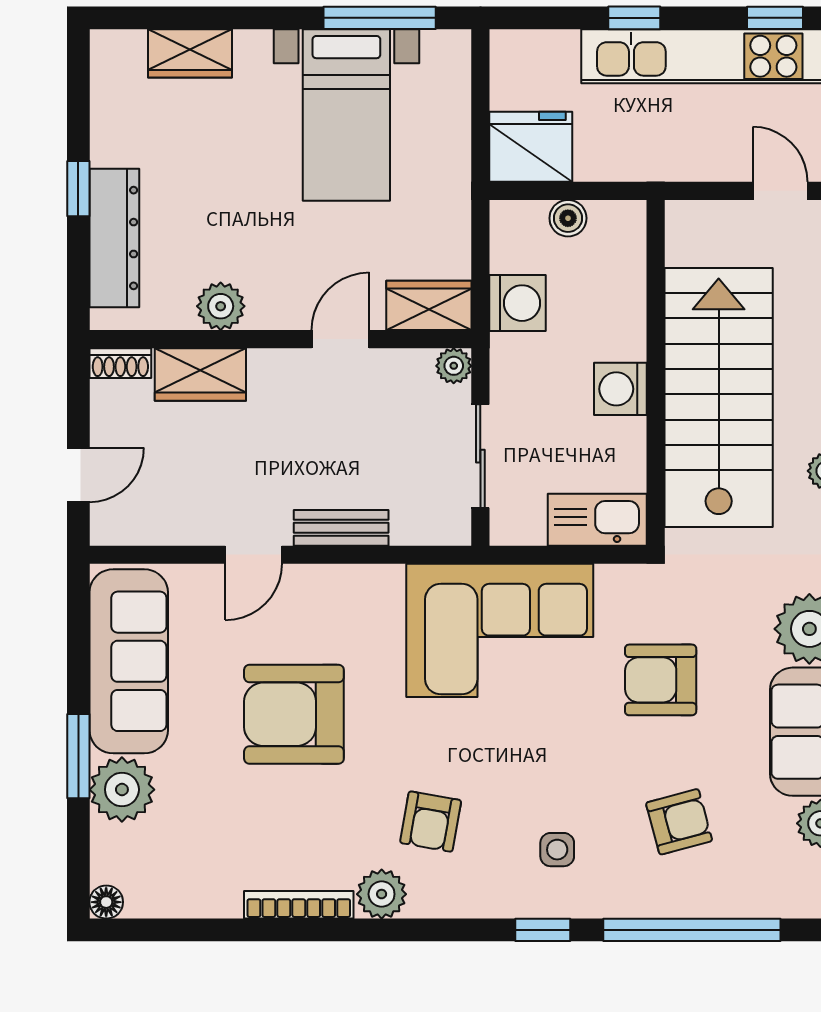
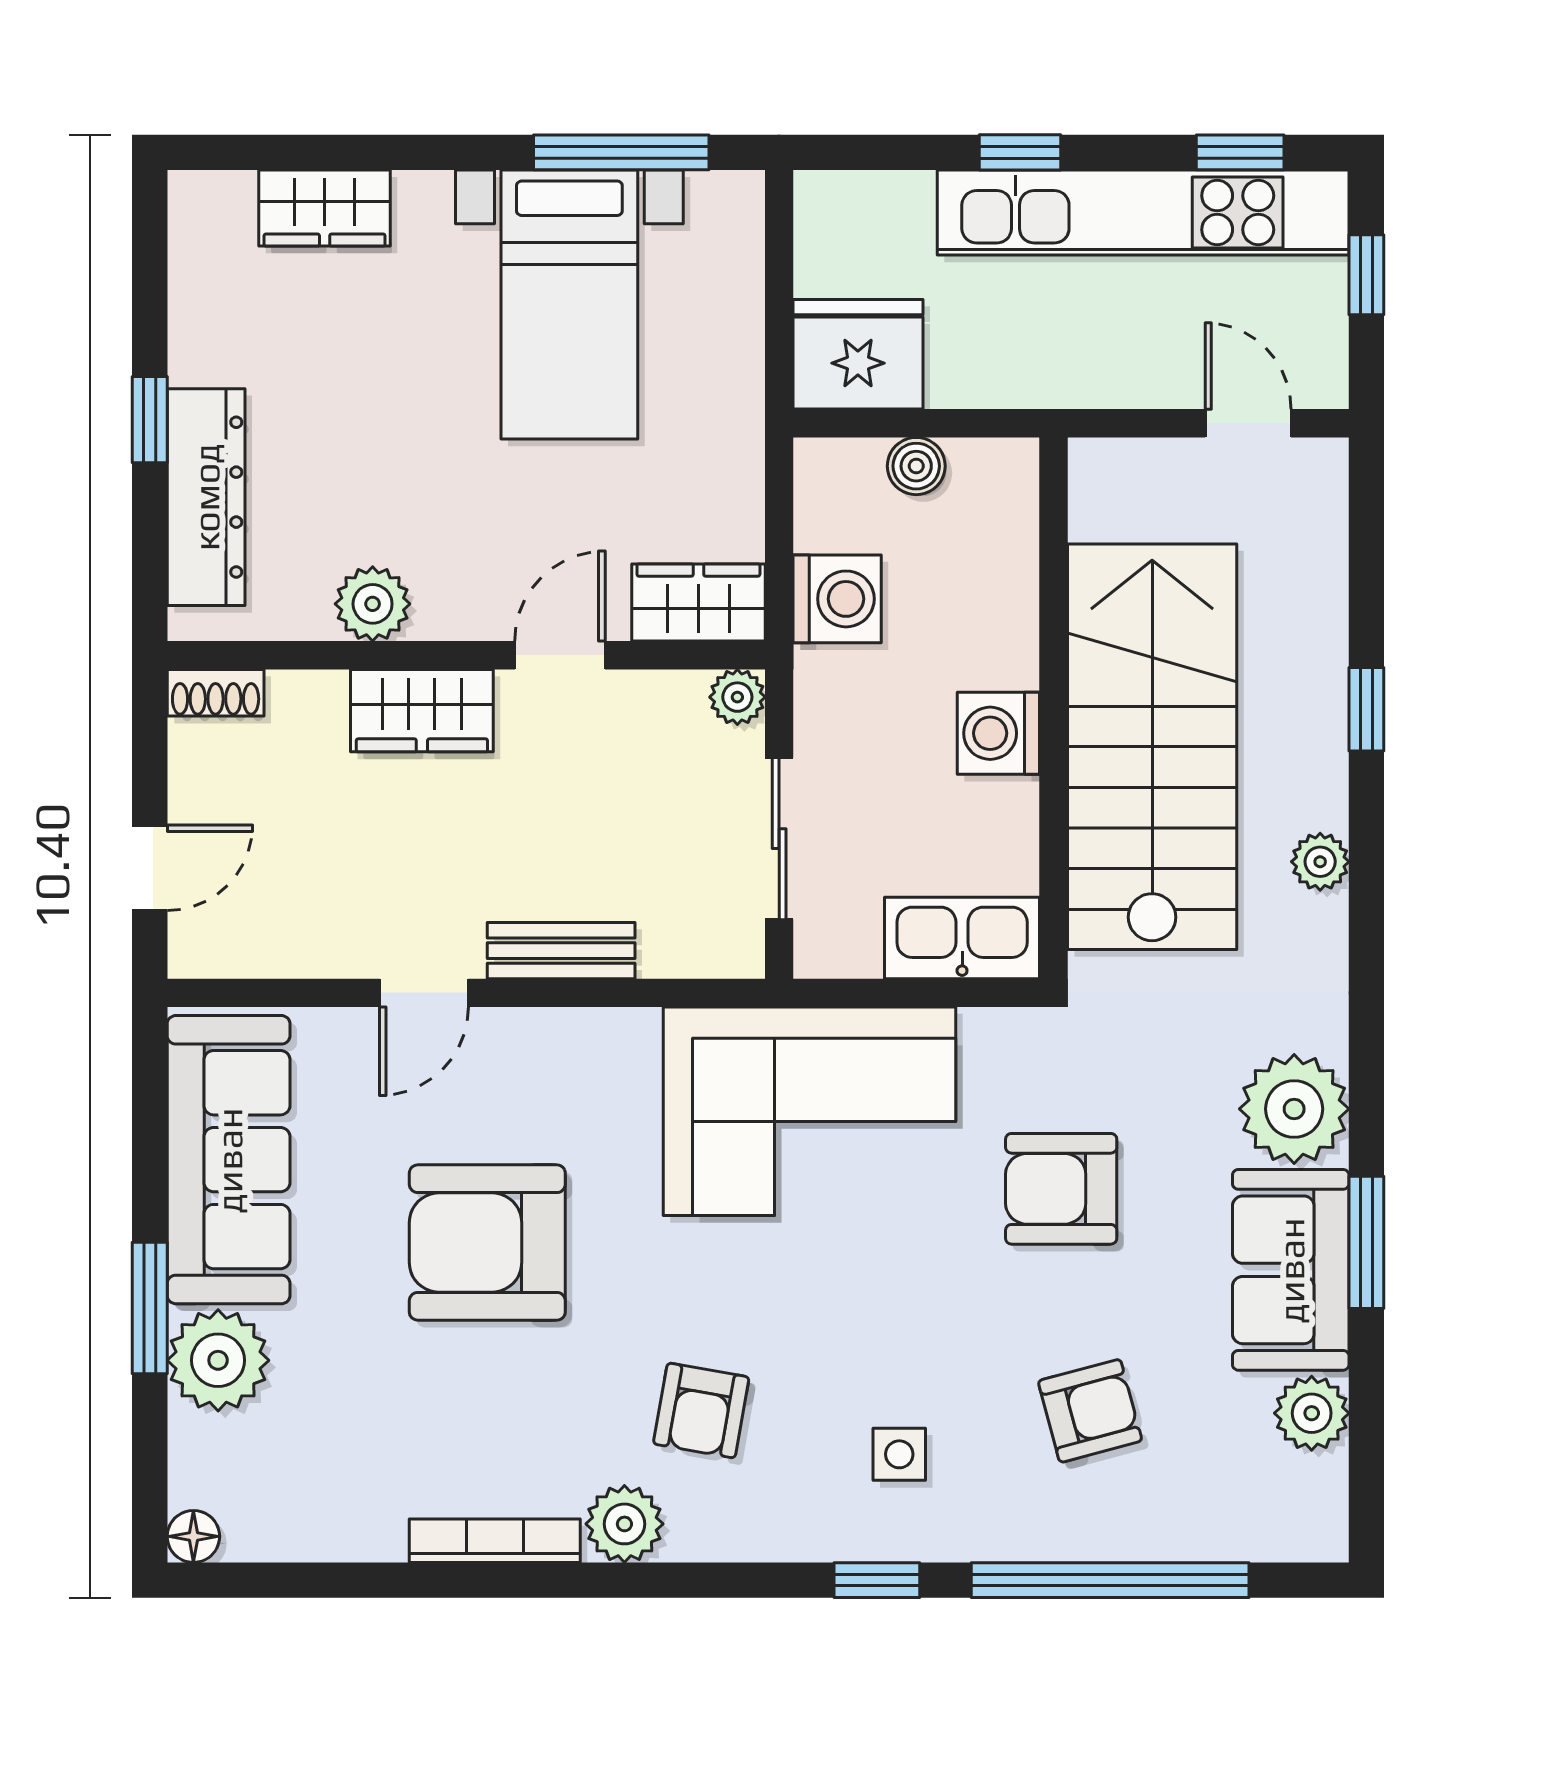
wardrobe: (200, 374) -> (422, 711), moved

